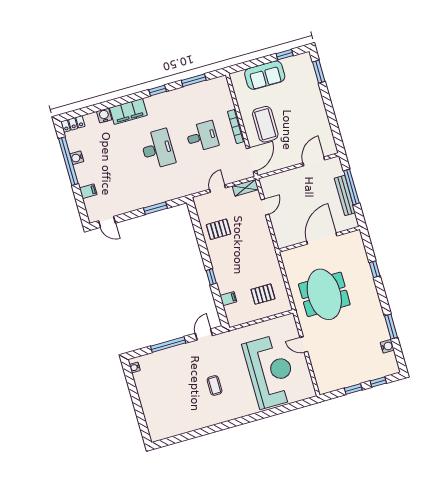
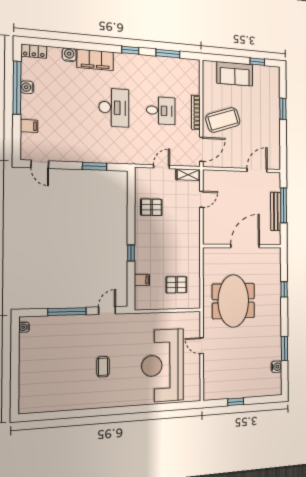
window: (319, 72) -> (283, 109), moved
coffee table: (265, 124) -> (223, 120), turned 72
reception desk: (270, 371) -> (163, 365), turned 180
window: (378, 382) -> (260, 400), removed

